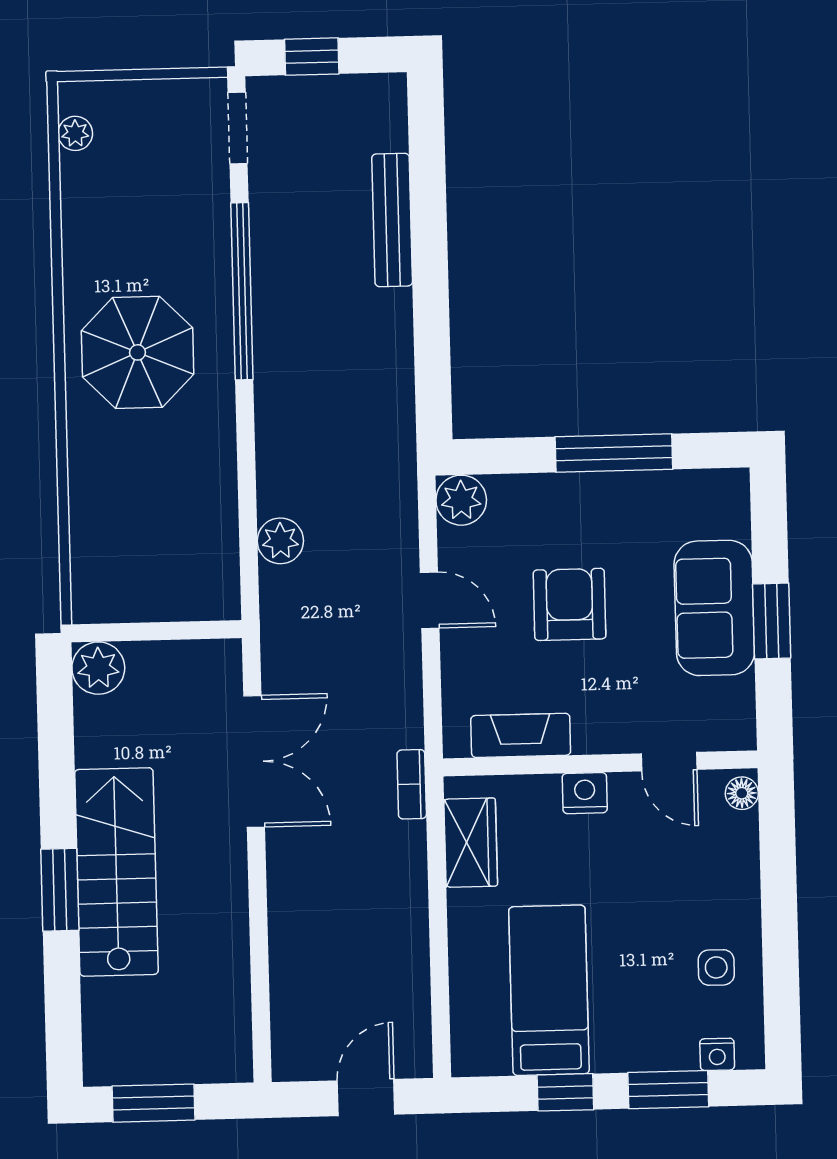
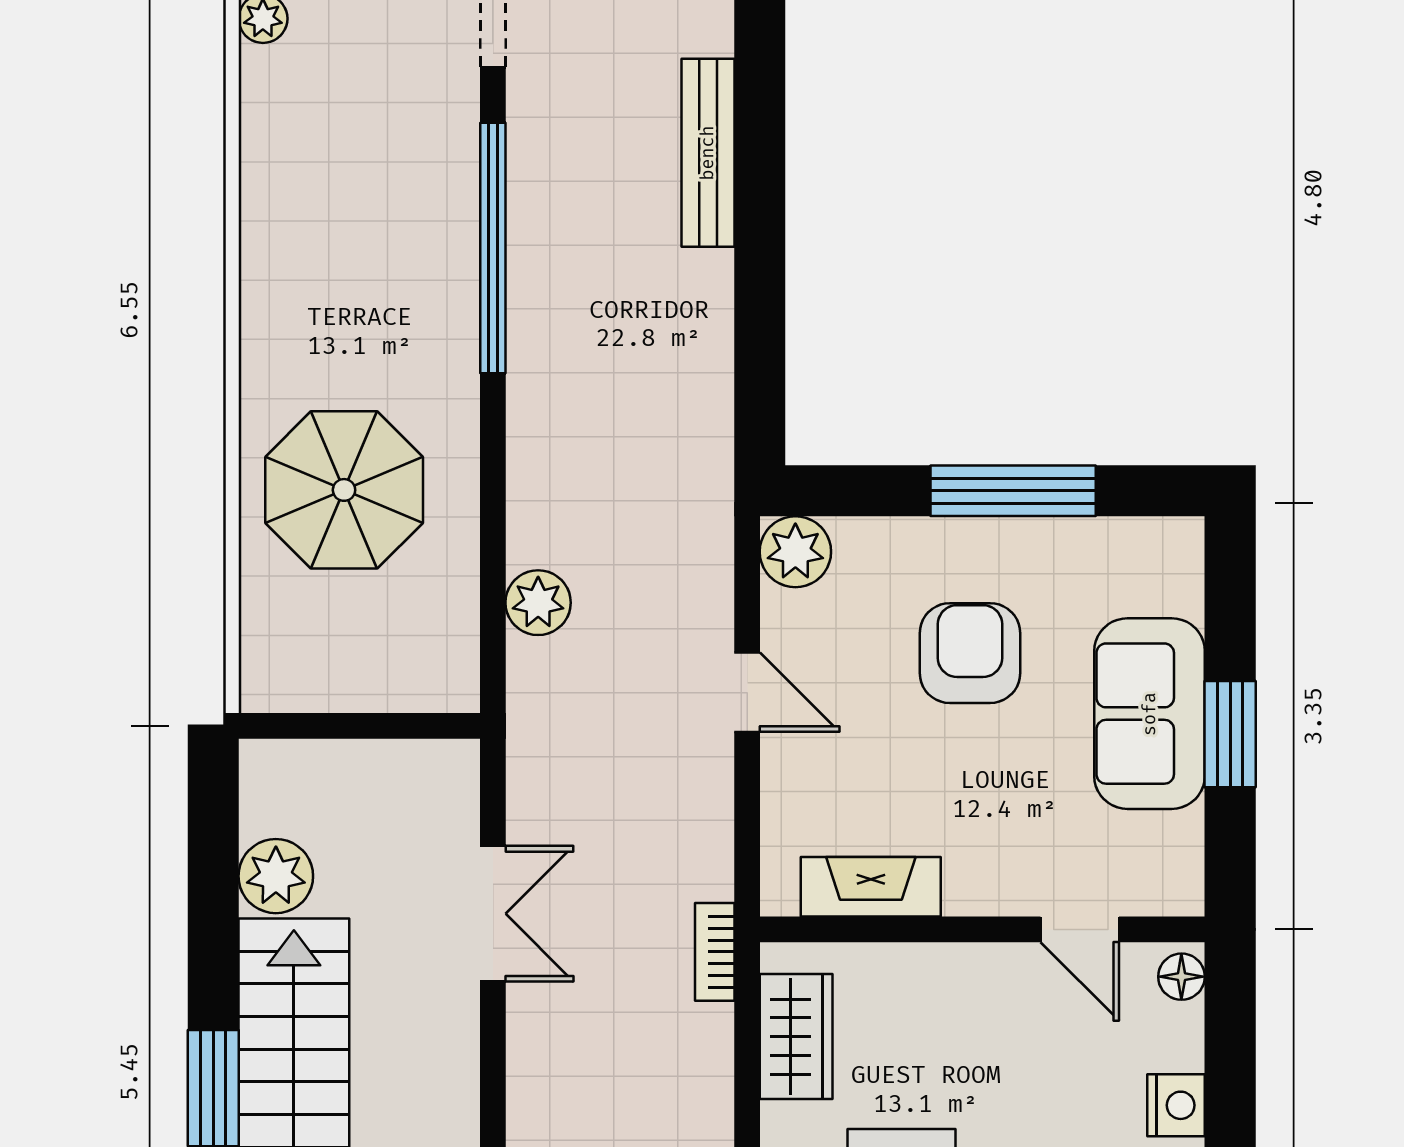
parasol: (138, 352) -> (344, 490), moved
armchair: (570, 604) -> (970, 653), moved
plant: (98, 668) -> (276, 876), moved
double door: (254, 761) -> (493, 914), width x0.73
nightstand: (585, 793) -> (1176, 1105), moved, turned 90

